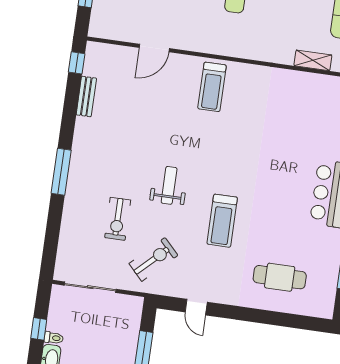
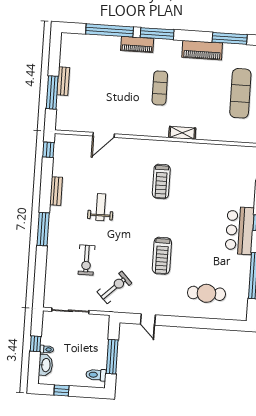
shelving: (313, 60) -> (182, 133), moved
treadmill: (212, 87) -> (161, 181), moved
bench: (86, 96) -> (56, 191), moved
weight bench: (169, 185) -> (101, 207), moved

